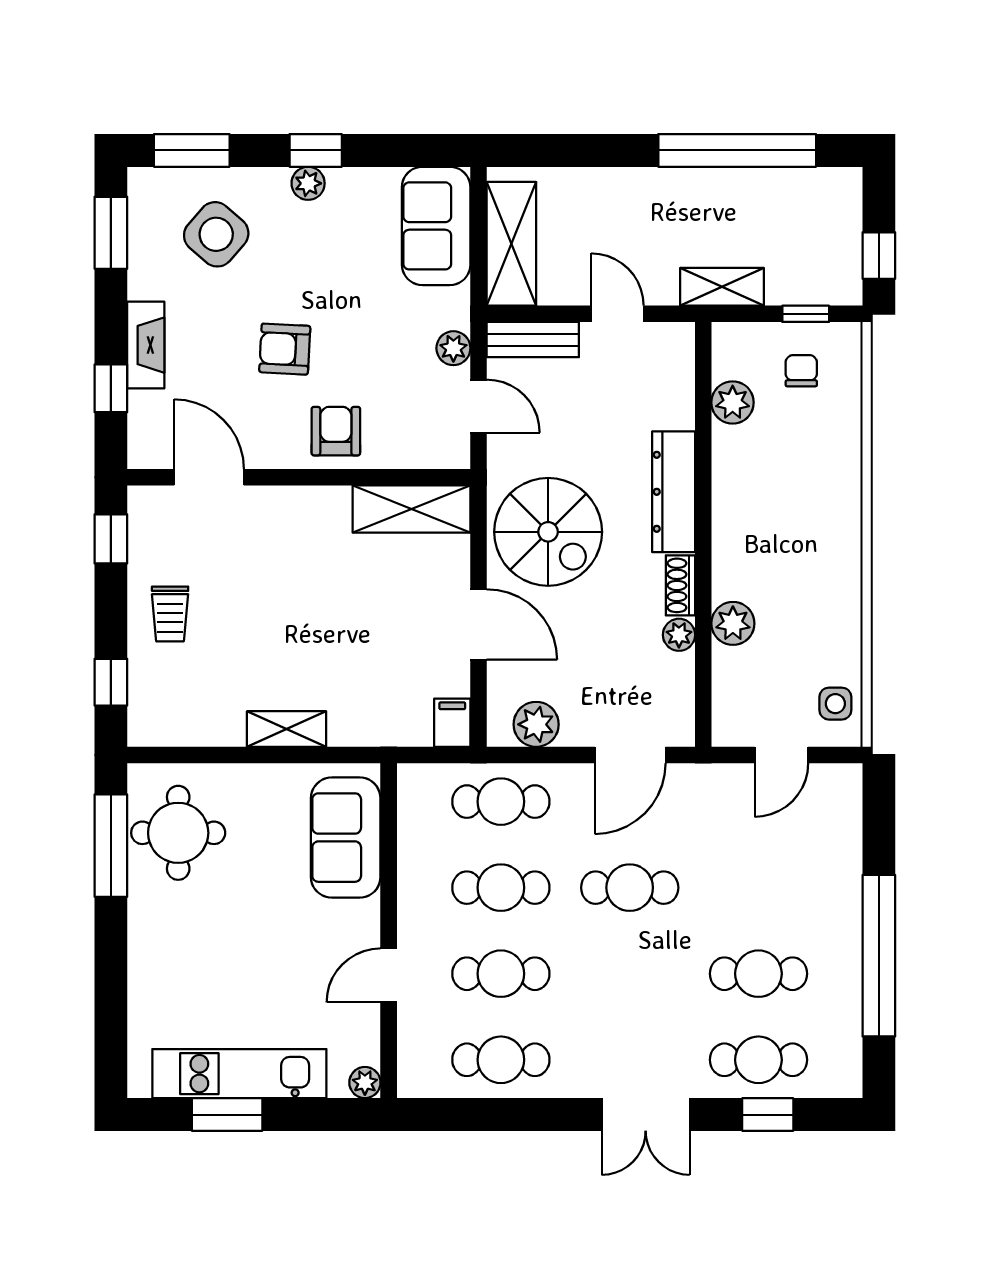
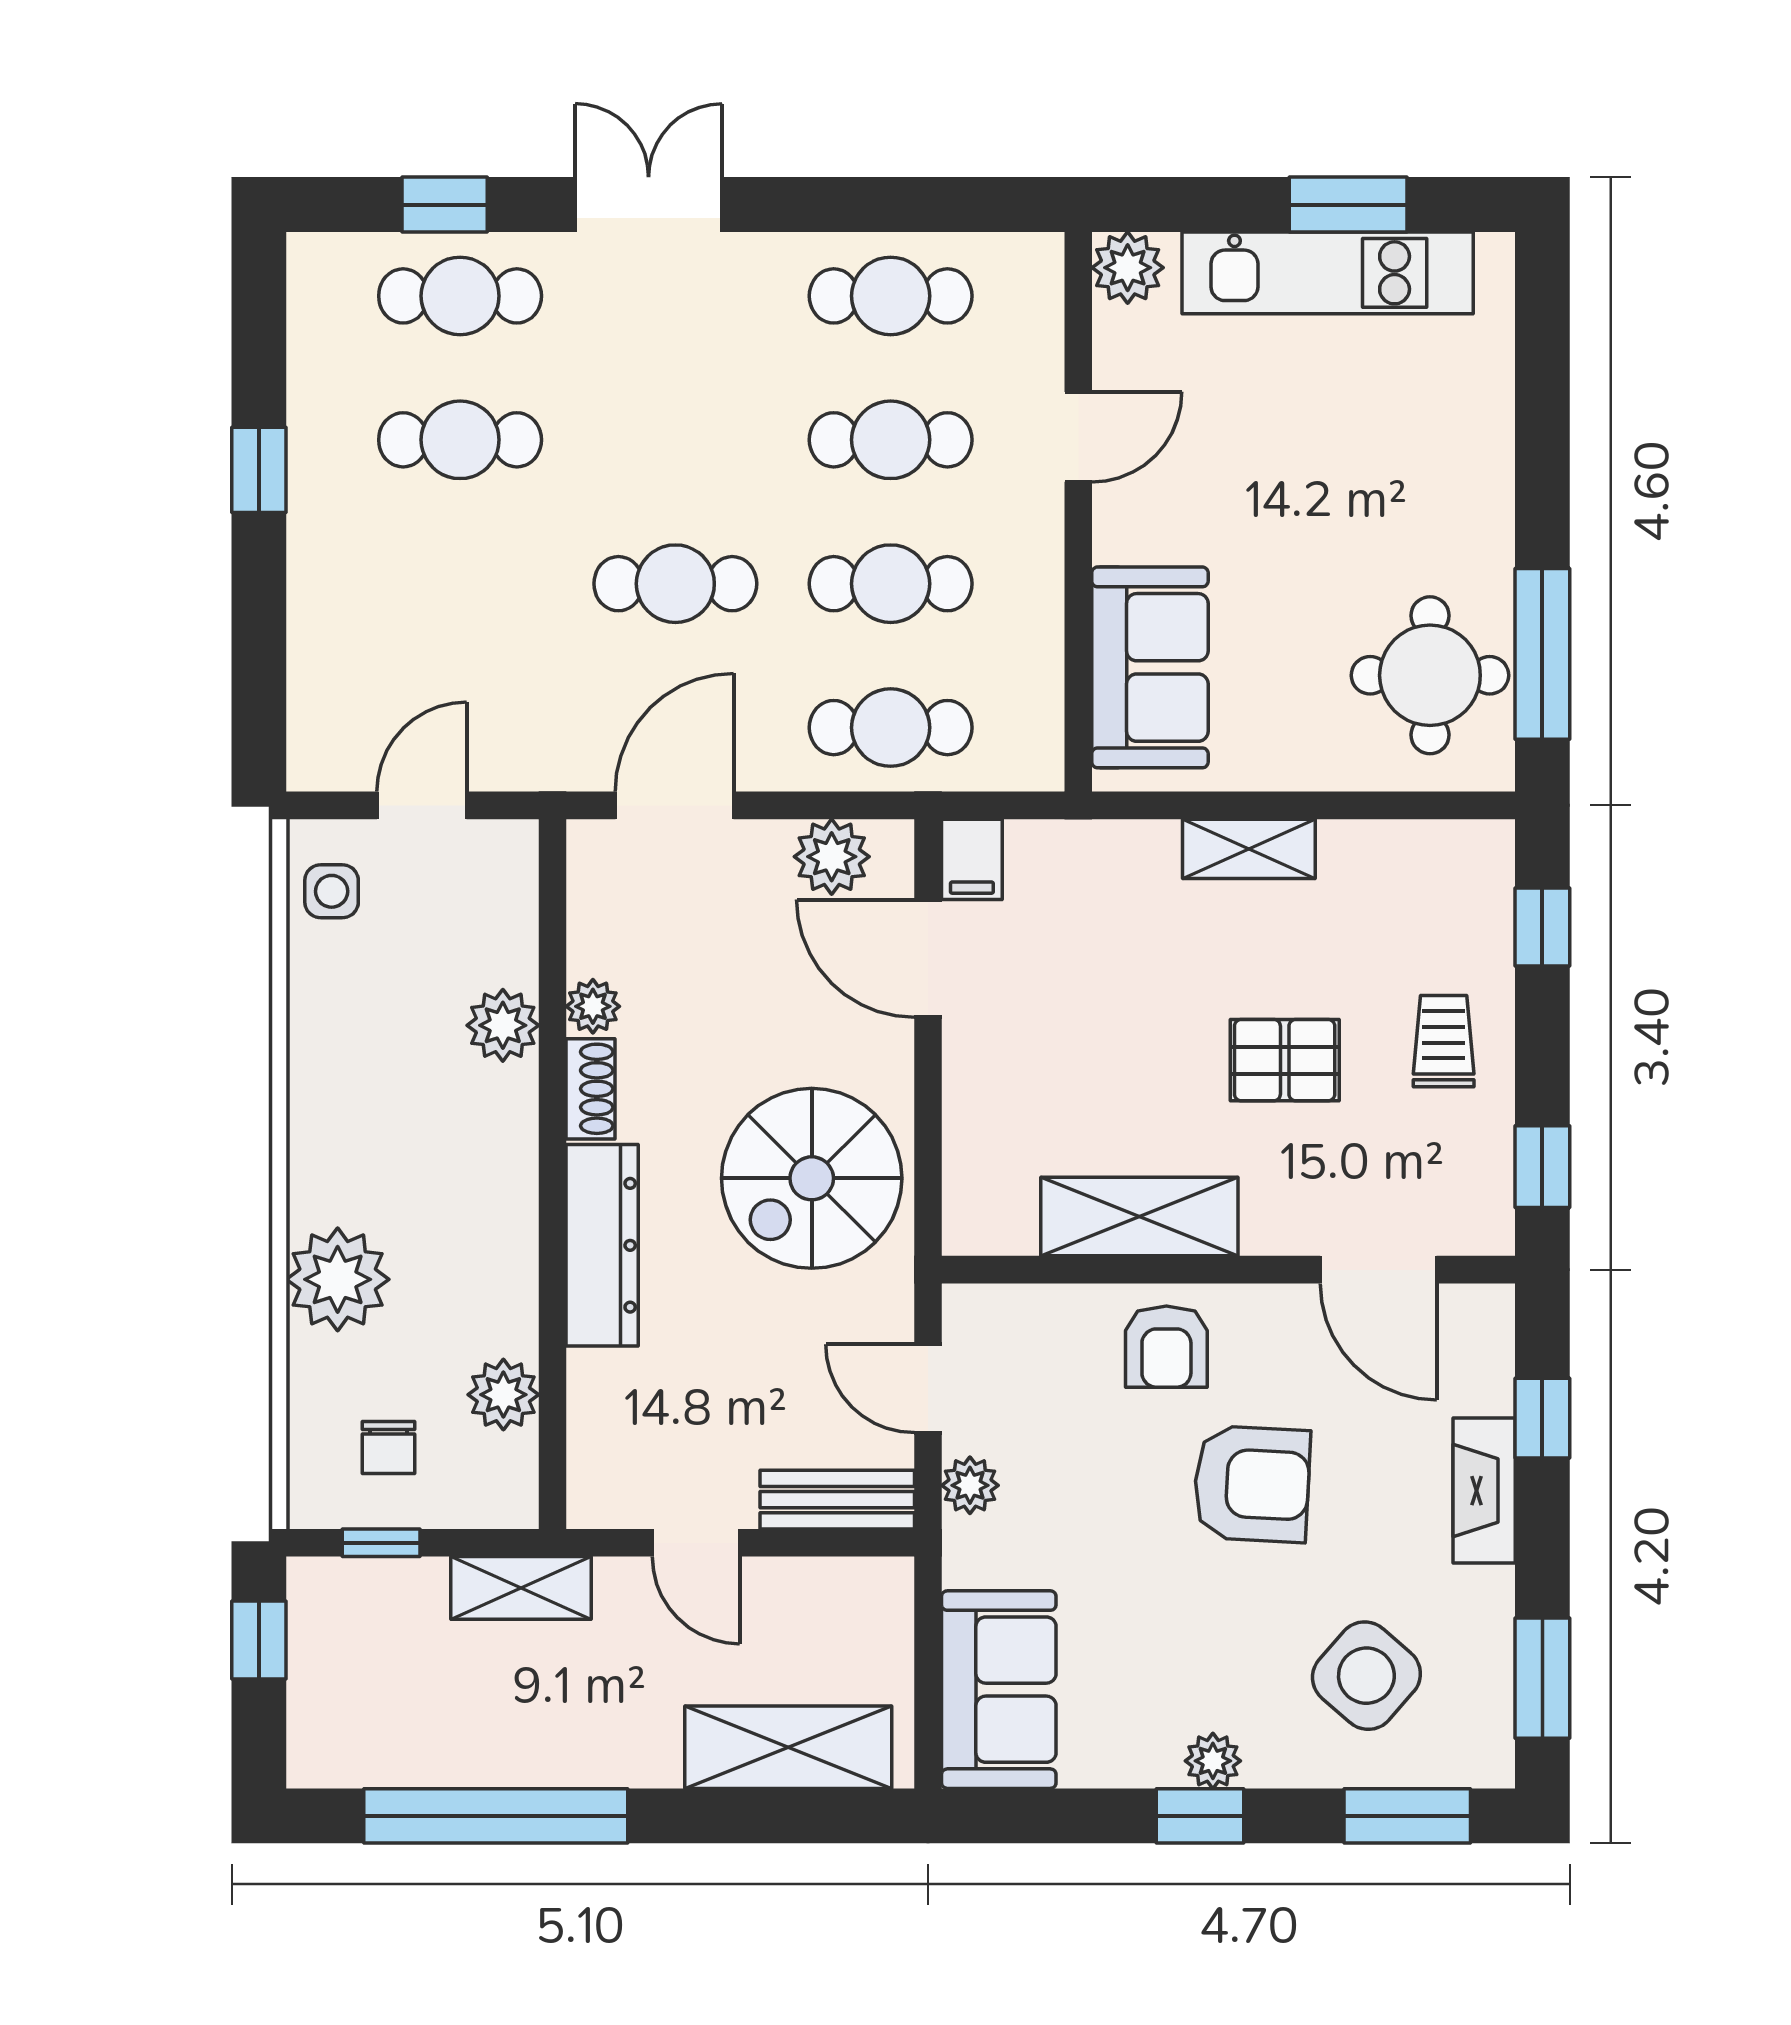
shelving: (511, 244) -> (788, 1747), moved, turned 90
armchair: (285, 349) -> (1252, 1484), width x1.38, depth x1.38
plant: (832, 471) -> (338, 1279), added
shelving: (411, 509) -> (1139, 1217), moved
spiral stairs: (548, 532) -> (812, 1178), turned -90
pallet: (265, 603) -> (1285, 1060), added
door: (479, 624) -> (928, 959), moved
window: (879, 956) -> (259, 470), width x0.32
plant: (365, 1083) -> (1128, 268), width x1.38, depth x1.38

